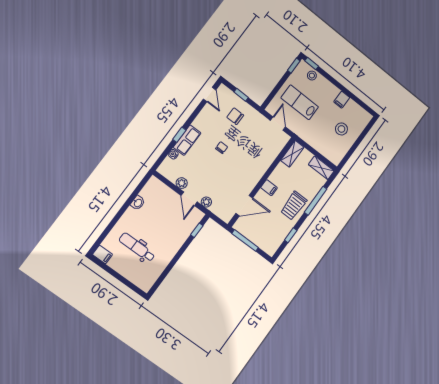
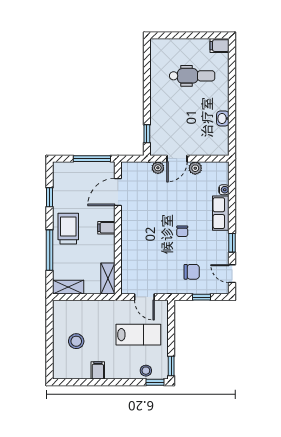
window: (179, 135) -> (232, 243), moved
door: (189, 199) -> (177, 159), swing flipped

